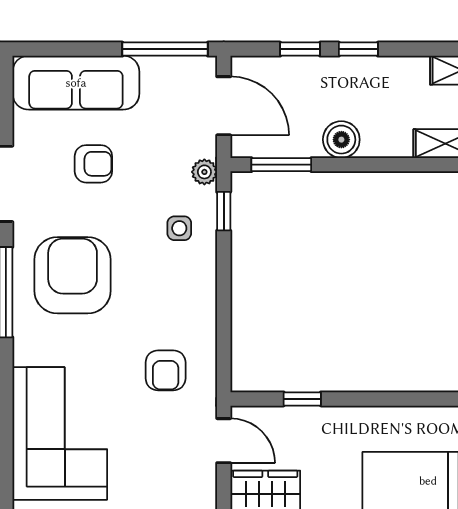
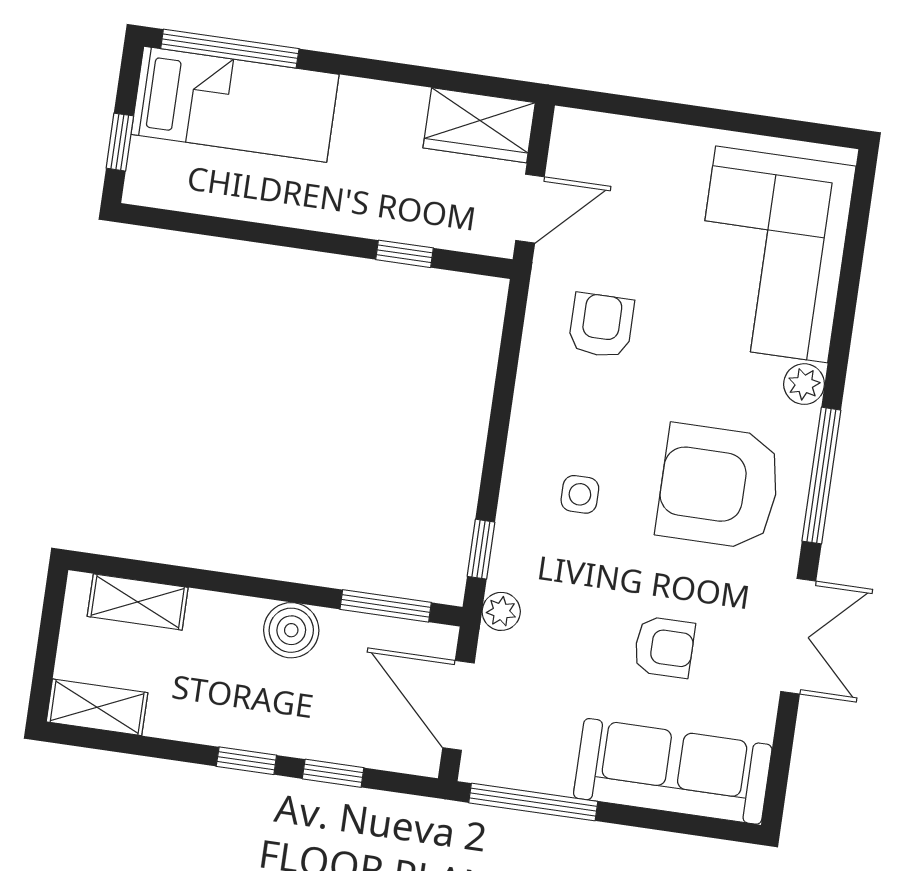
armchair: (93, 164) -> (664, 647), turned 180
side table: (179, 228) -> (580, 494), moved
armchair: (73, 275) -> (719, 486), turned 90
plant: (26, 351) -> (804, 384), added
door: (224, 441) -> (530, 209), swing flipped

